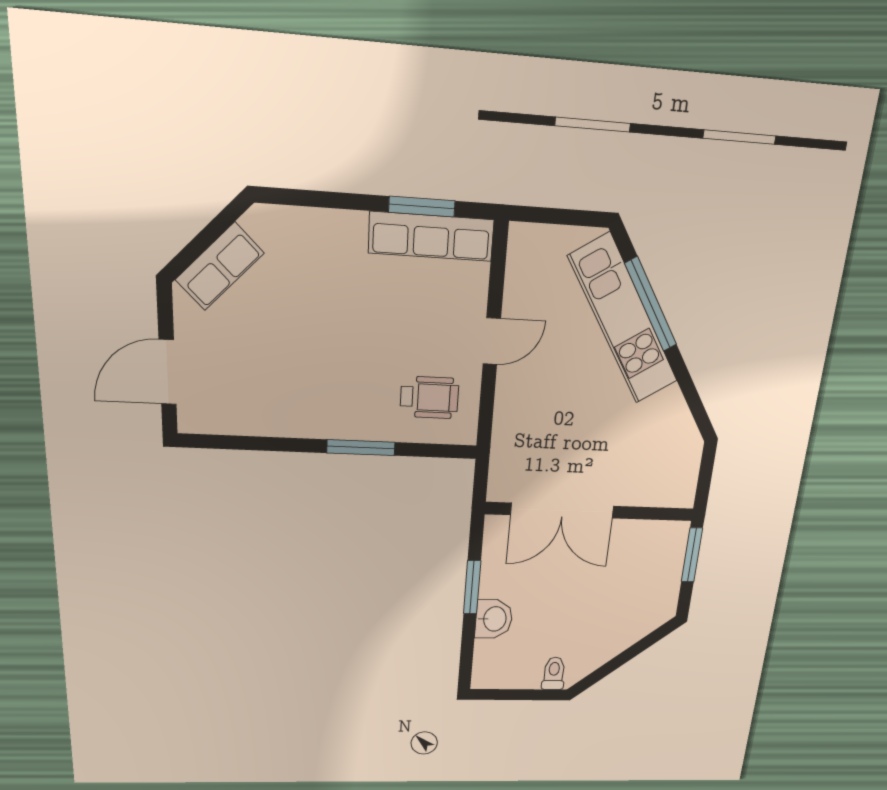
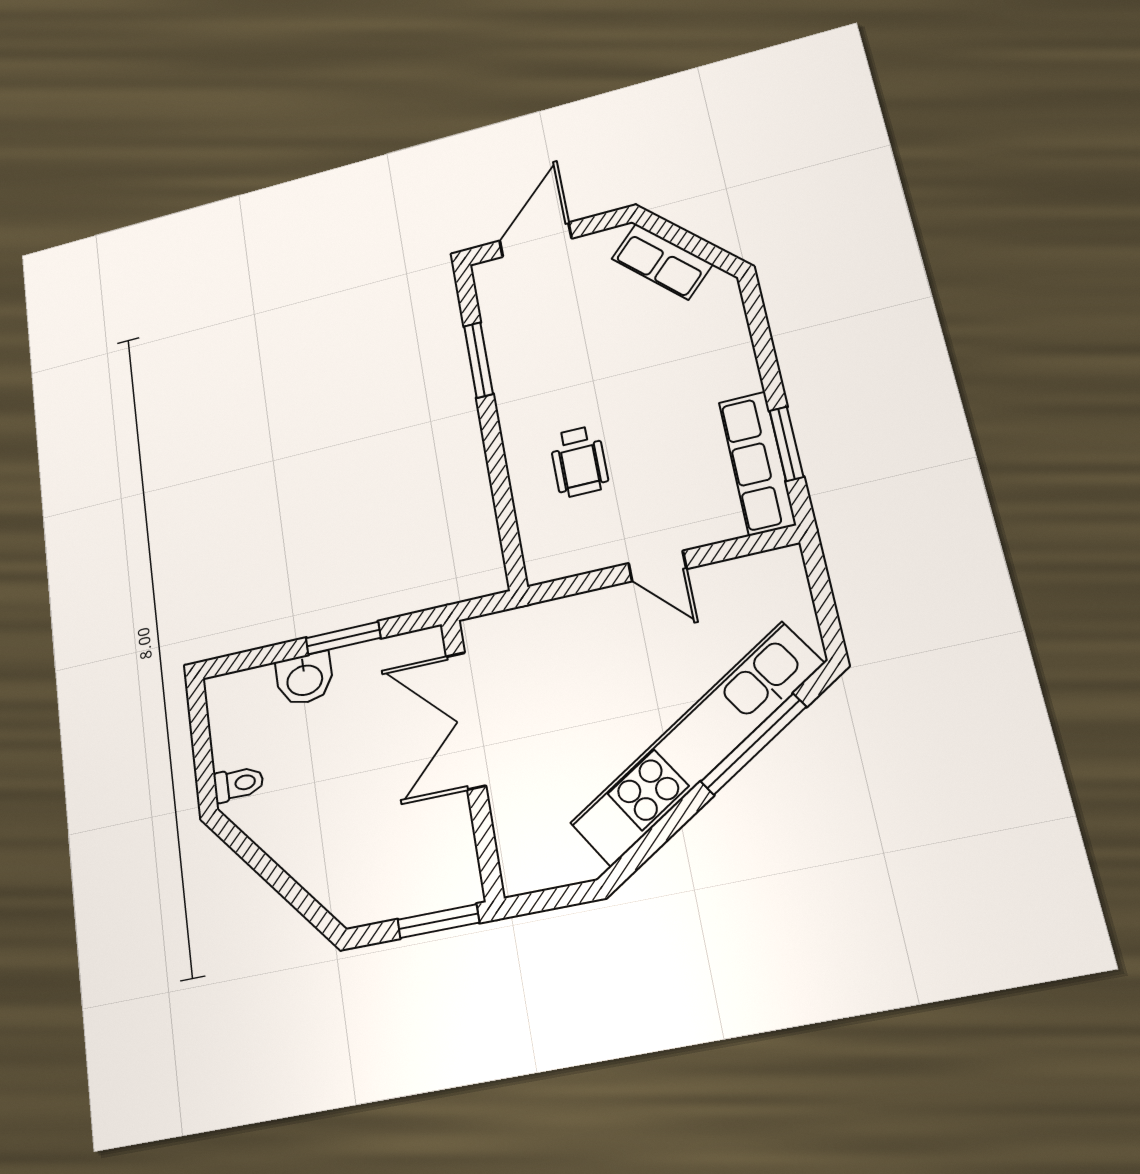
kitchen unit: (624, 320) -> (697, 743), width x1.36
door: (168, 372) -> (536, 240), hinge flipped
wheelchair: (429, 397) -> (579, 461), moved
window: (361, 448) -> (478, 360), moved

